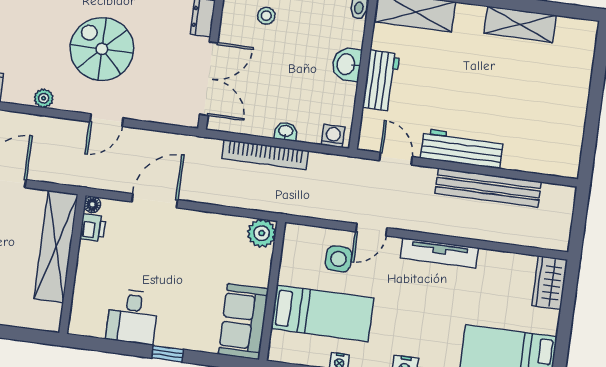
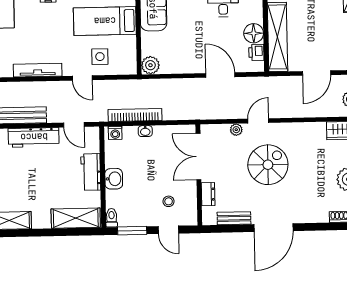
spiral stairs: (102, 49) -> (268, 165), turned -90
plant: (44, 98) -> (236, 130), moved
bookcase: (265, 155) -> (135, 115), moved
door: (155, 201) -> (220, 75), swing flipped
floor lamp: (92, 204) -> (254, 33), moved, width x1.89, depth x1.89
door: (371, 230) -> (82, 78), swing flipped

